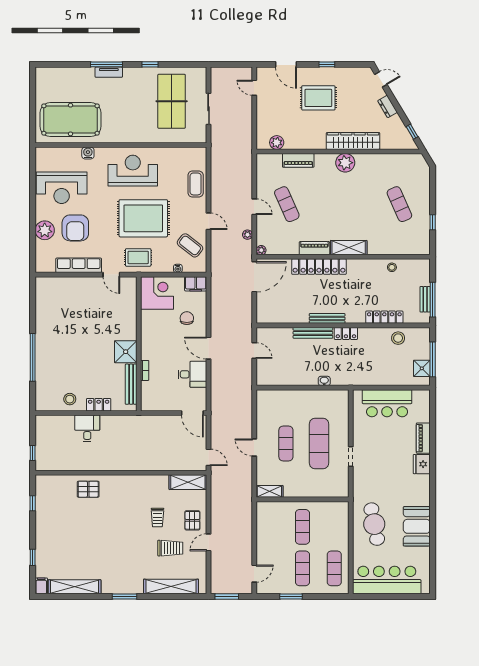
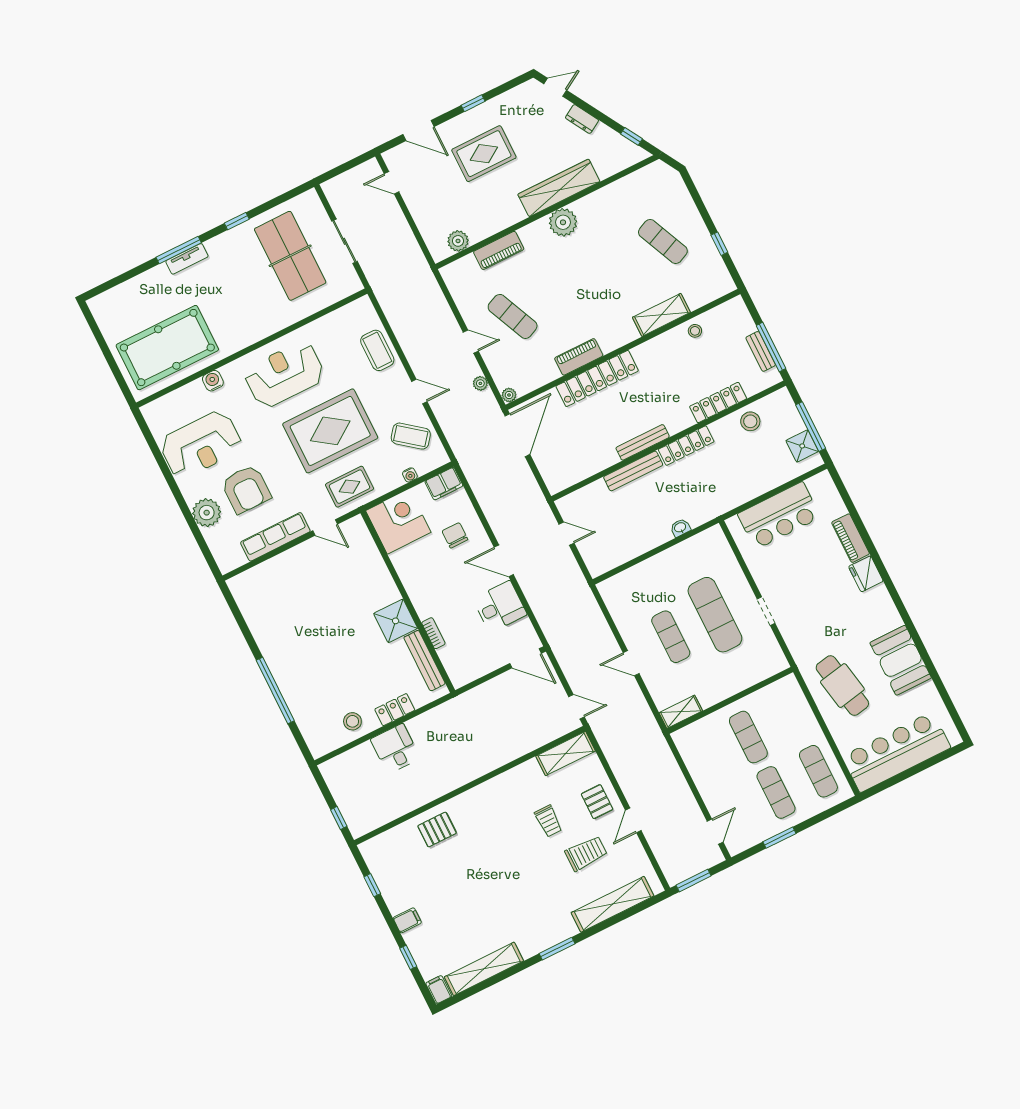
shelving: (349, 248) -> (661, 315), moved
locker: (346, 333) -> (686, 446), width x1.53
filing cabinet: (43, 535) -> (407, 920), added

